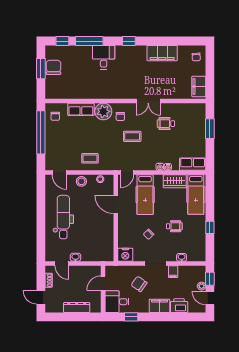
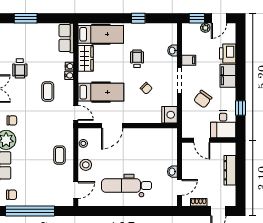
coffee table: (132, 136) -> (48, 91), moved

